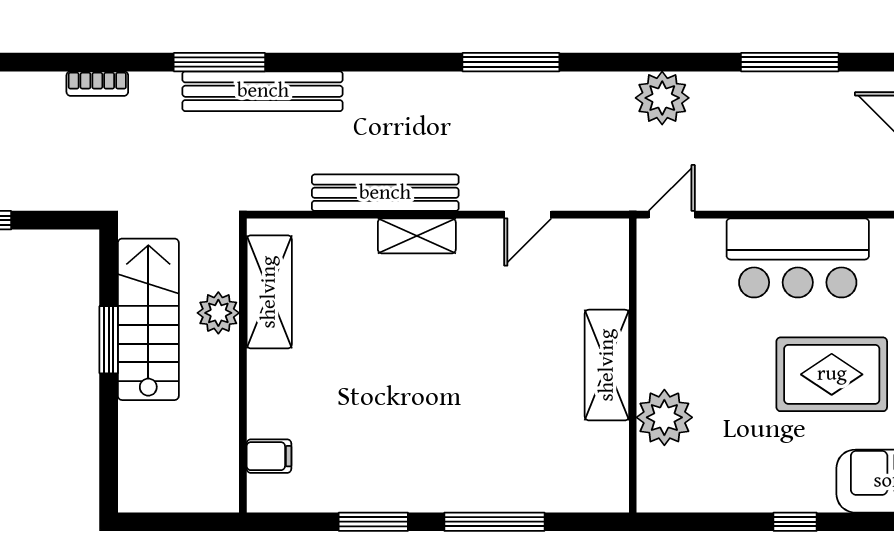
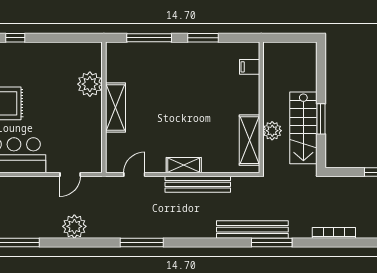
bookcase: (97, 84) -> (334, 233), width x1.56
shelving: (607, 365) -> (115, 107), moved
wall: (633, 365) -> (104, 107), moved
plant: (664, 417) -> (90, 84), moved

